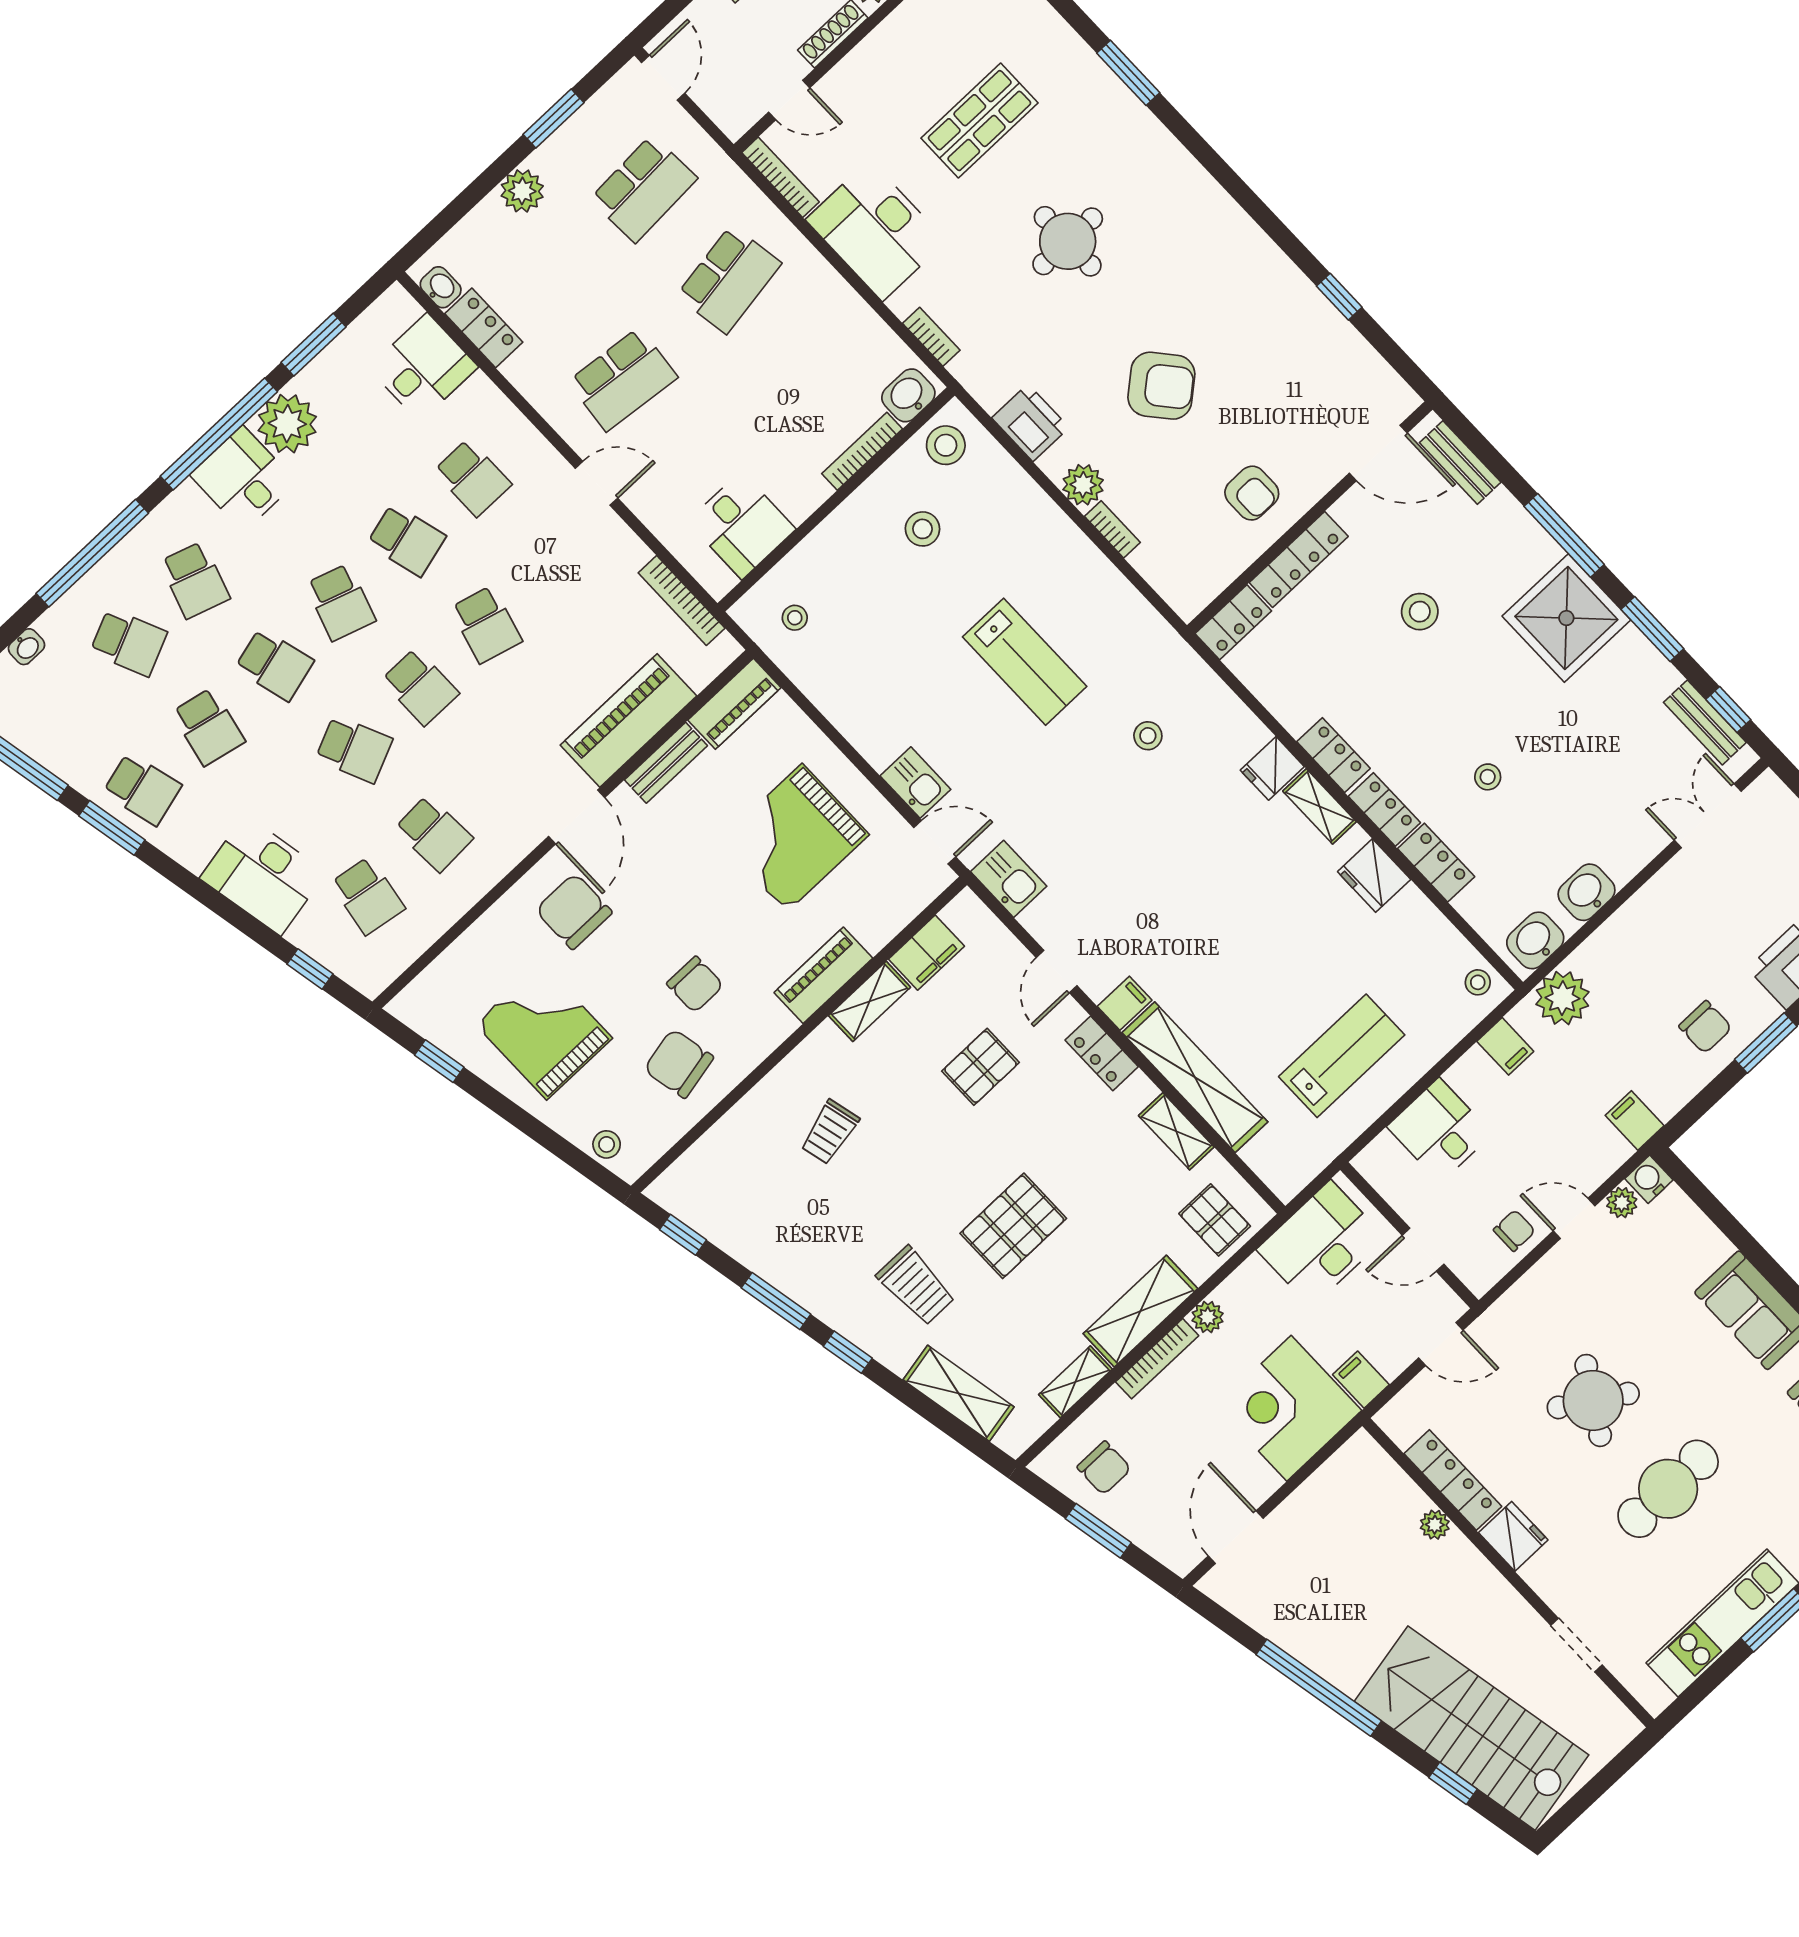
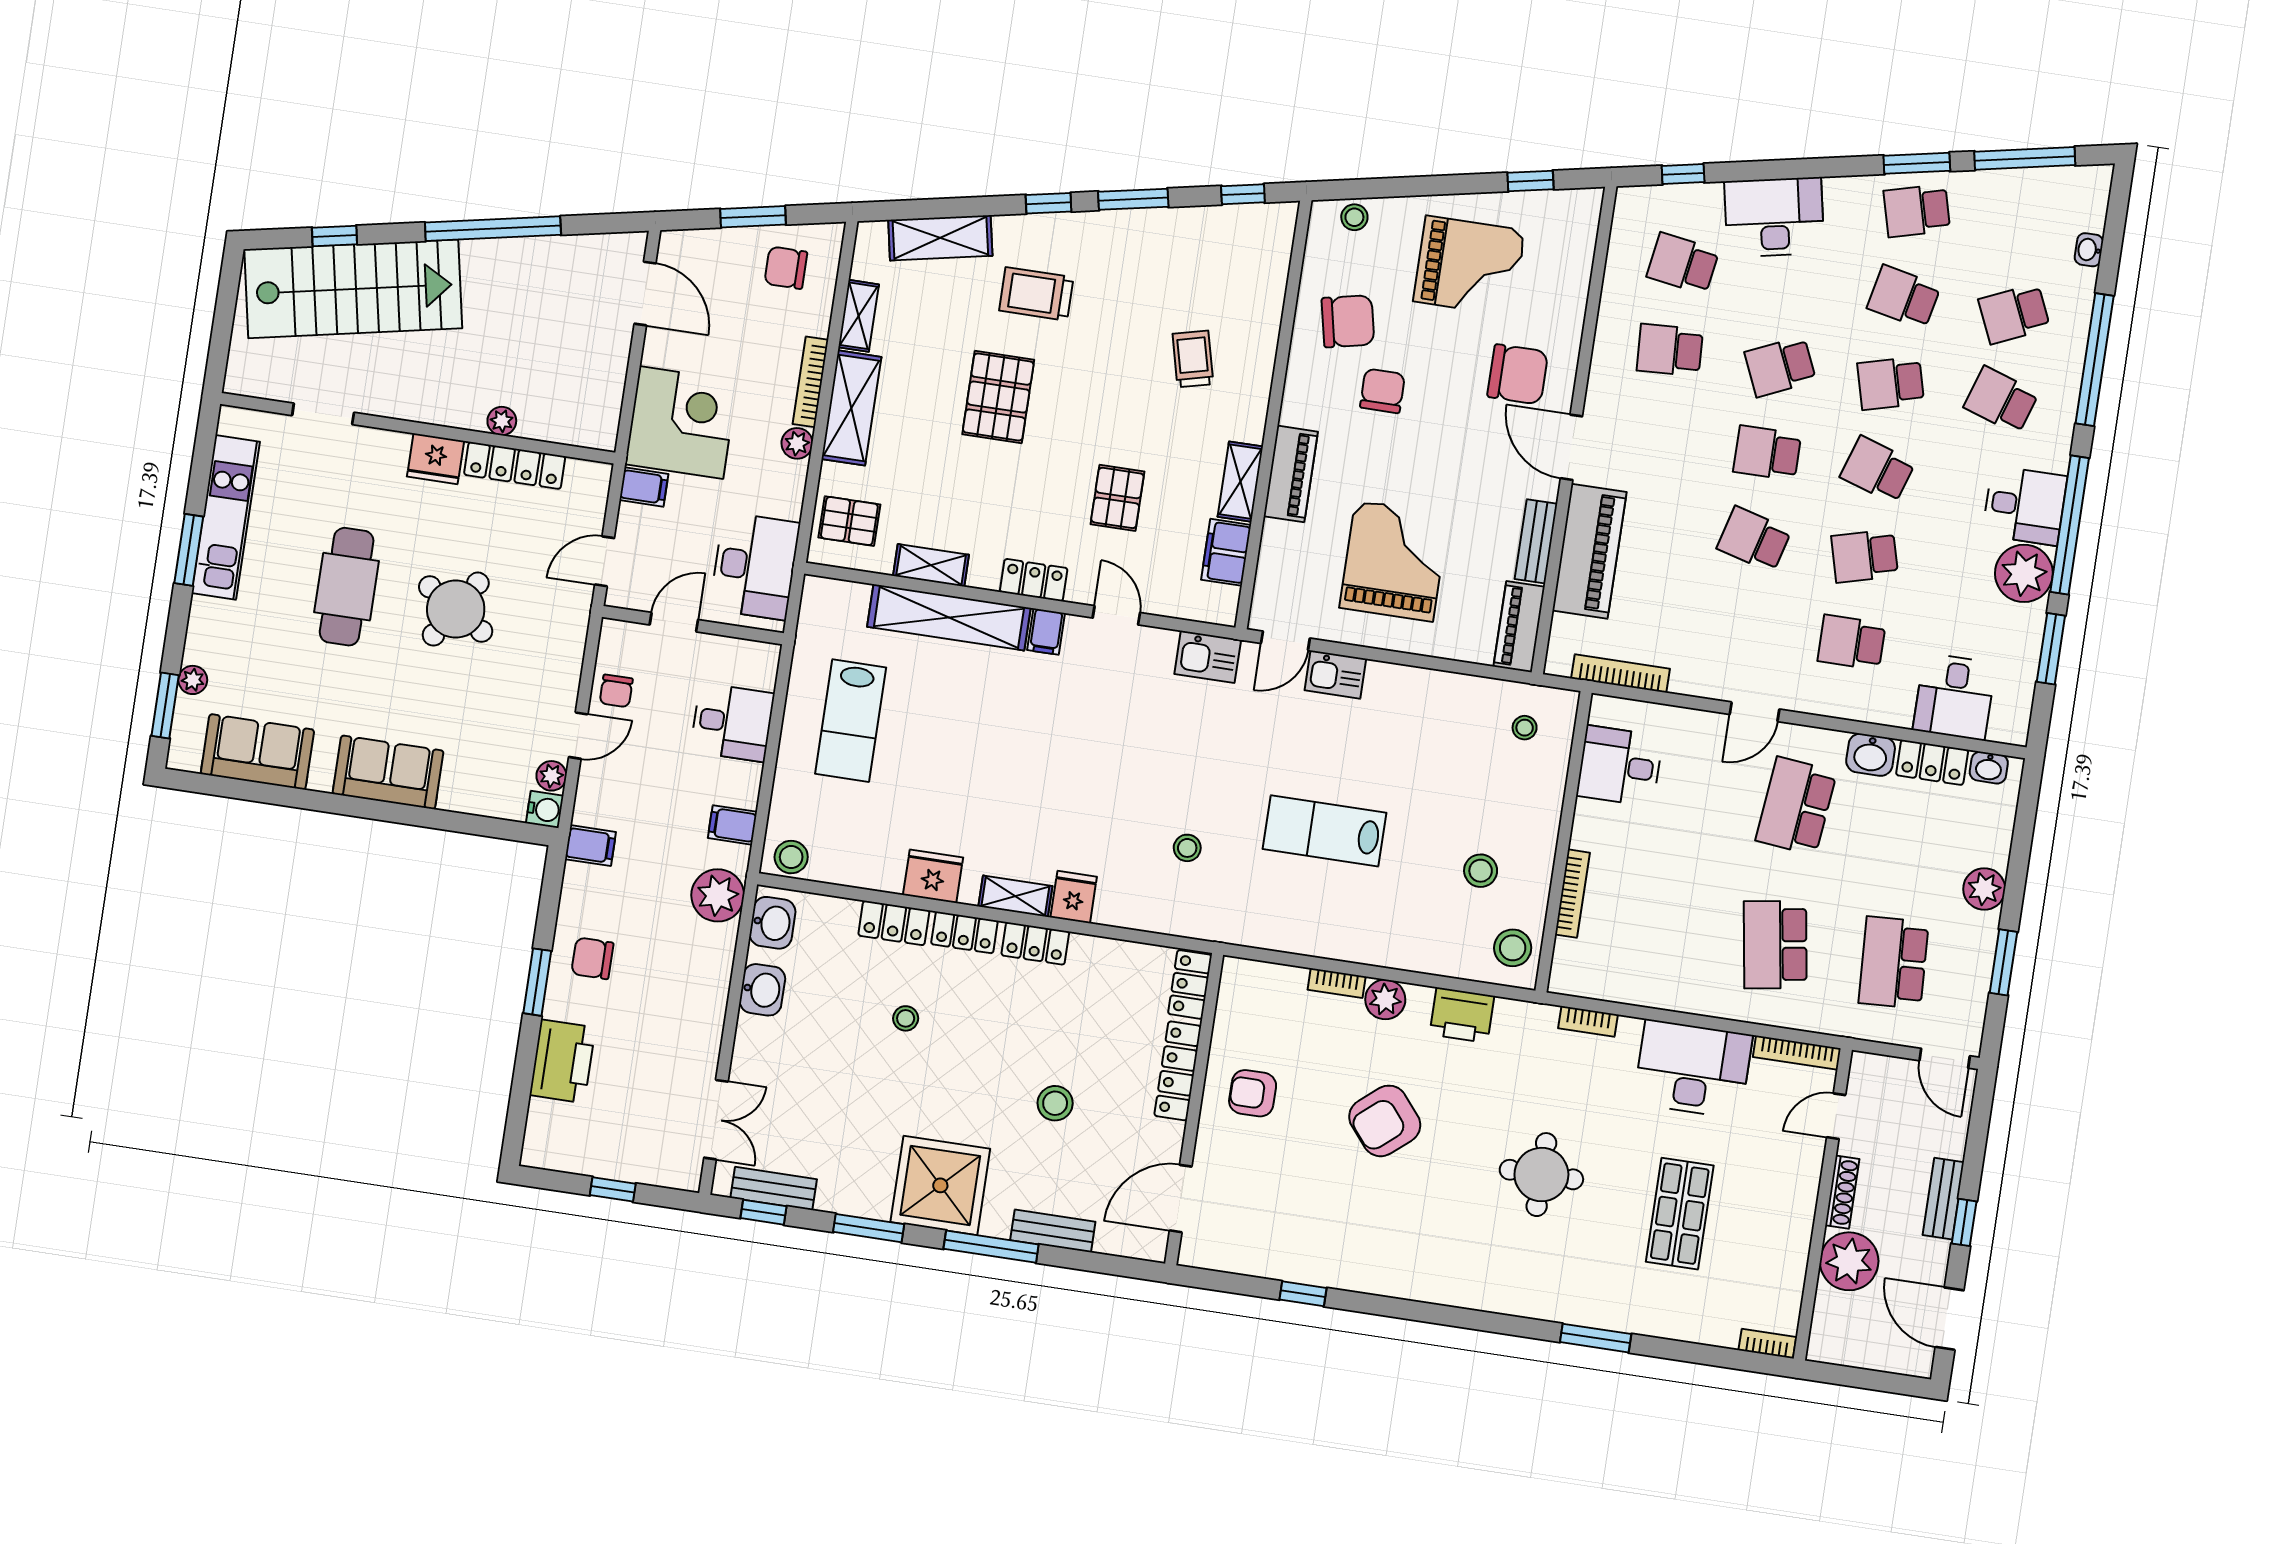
washbasin: (908, 395) -> (1871, 755), moved, turned 90
bench: (1460, 462) -> (1053, 1231), moved
stool: (1478, 982) -> (791, 857), width x1.37, depth x1.37
chair: (695, 984) -> (1382, 391), turned 90

